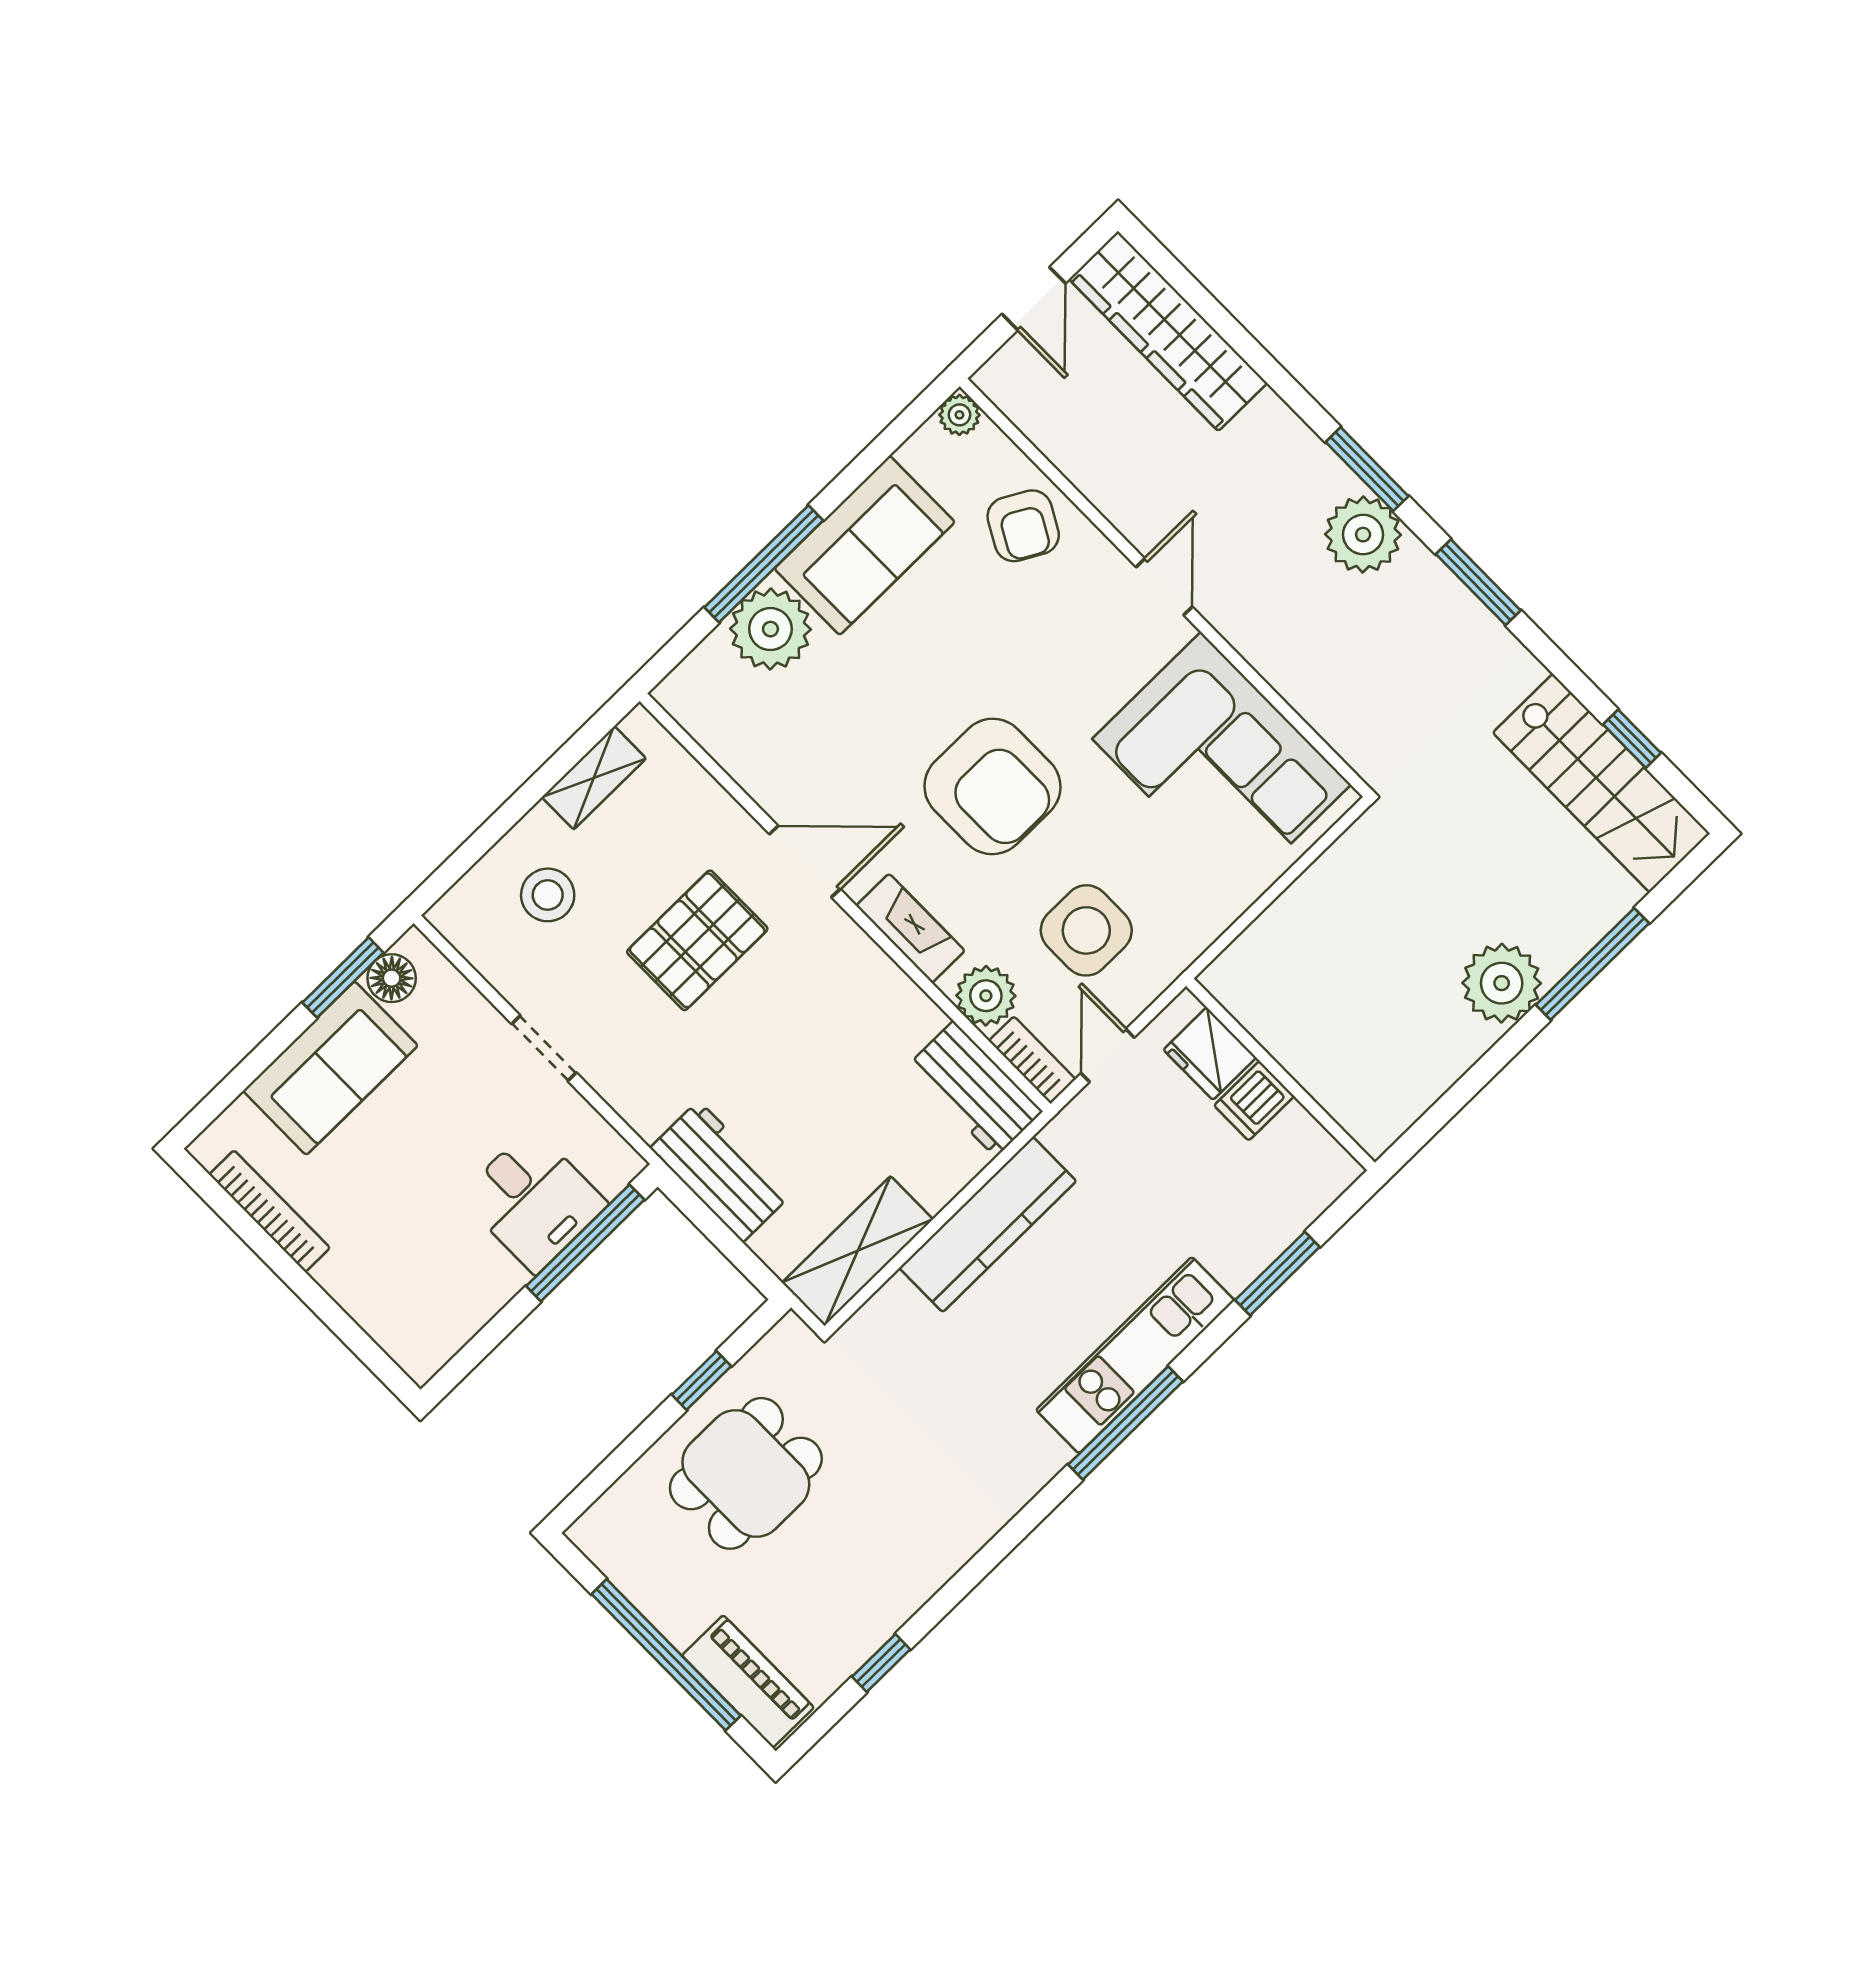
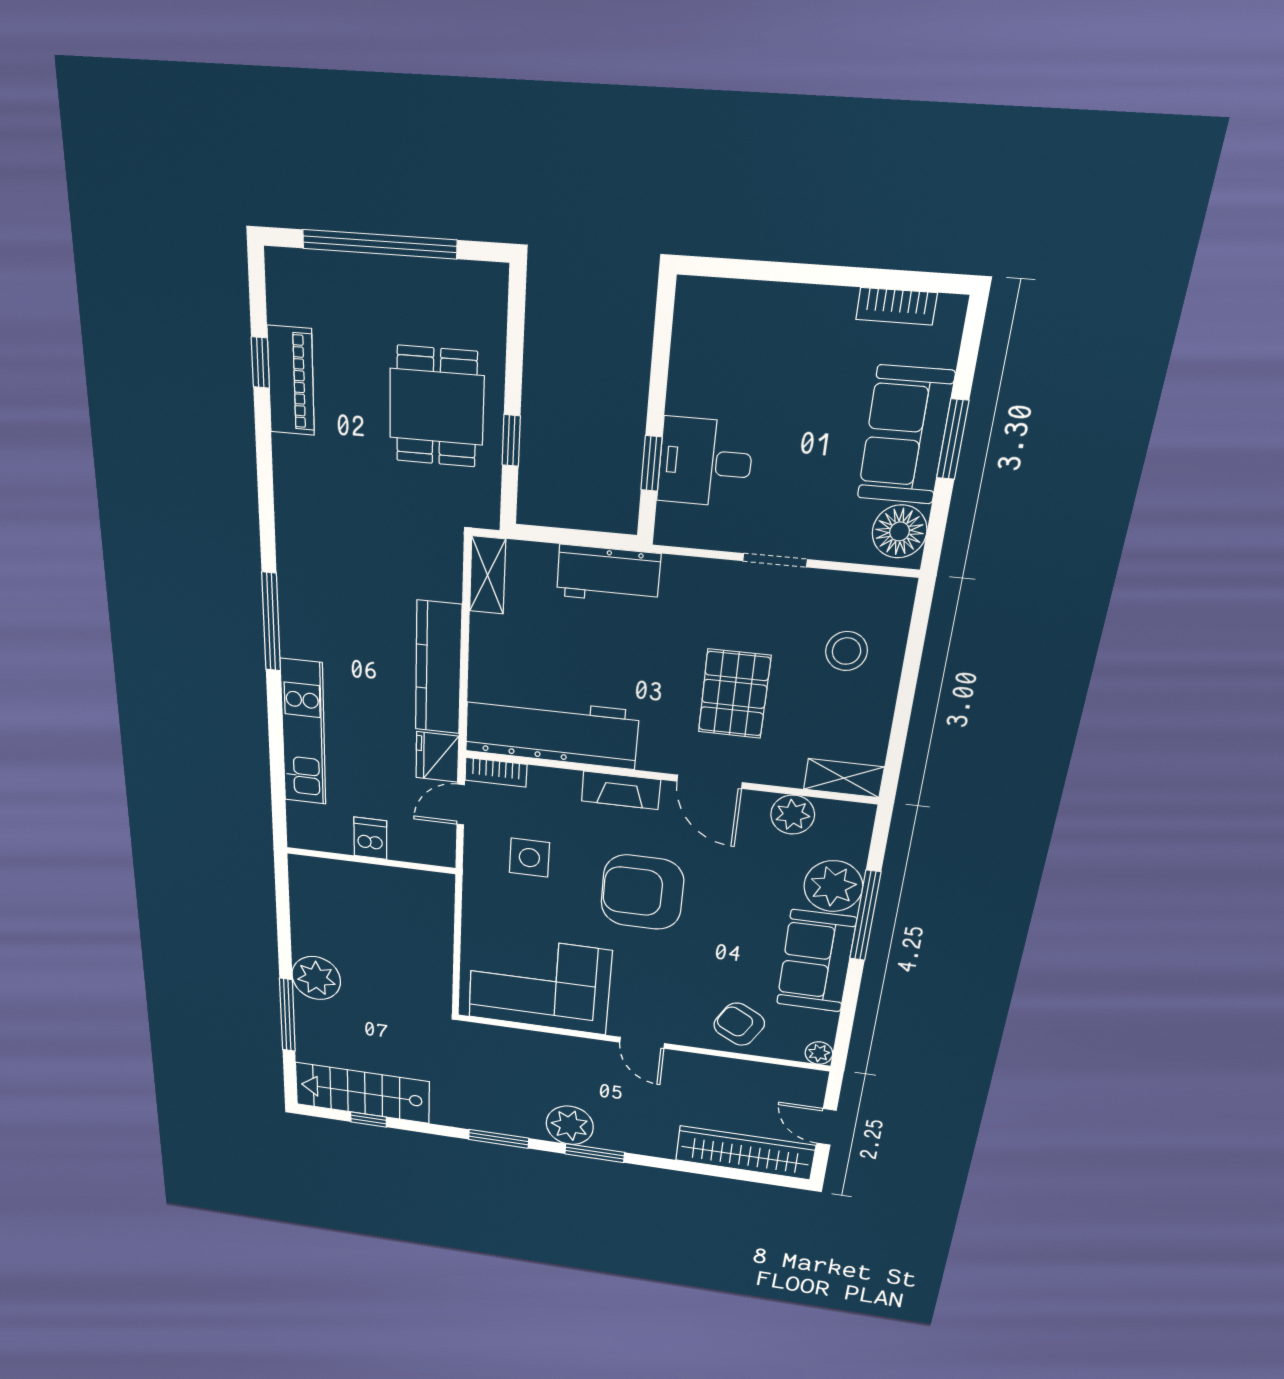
shelving: (594, 778) -> (844, 778), moved, turned 90
door: (805, 861) -> (710, 782), hinge flipped
side table: (1086, 930) -> (529, 858), width x0.73, depth x0.73
window: (343, 978) -> (953, 439), moved
floor lamp: (392, 978) -> (900, 531), width x1.38, depth x1.38
plant: (986, 996) -> (793, 815), moved
fridge: (1210, 1054) -> (437, 757), moved, turned -90
door: (1108, 1055) -> (461, 805), swing flipped
workbench: (975, 1089) -> (551, 731), width x1.88, depth x1.32
bookcase: (270, 1211) -> (896, 306), width x0.64
window: (585, 1243) -> (651, 463), width x0.46
shelving: (858, 1251) -> (488, 575), width x0.67, depth x0.75
window: (1277, 1274) -> (277, 763), removed
kitchen unit: (1135, 1355) -> (303, 733), moved
piano: (748, 1681) -> (291, 381), moved, turned -90

